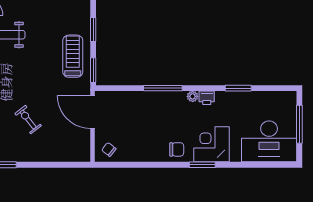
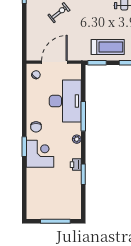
printer: (207, 98) -> (76, 165), moved
door: (92, 112) -> (54, 62), moved
desk: (269, 141) -> (65, 101), moved, turned 180

